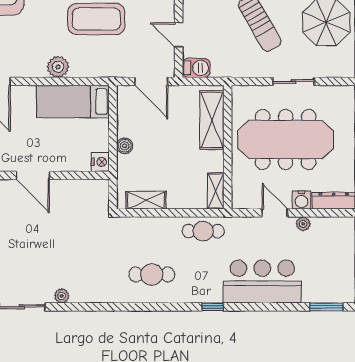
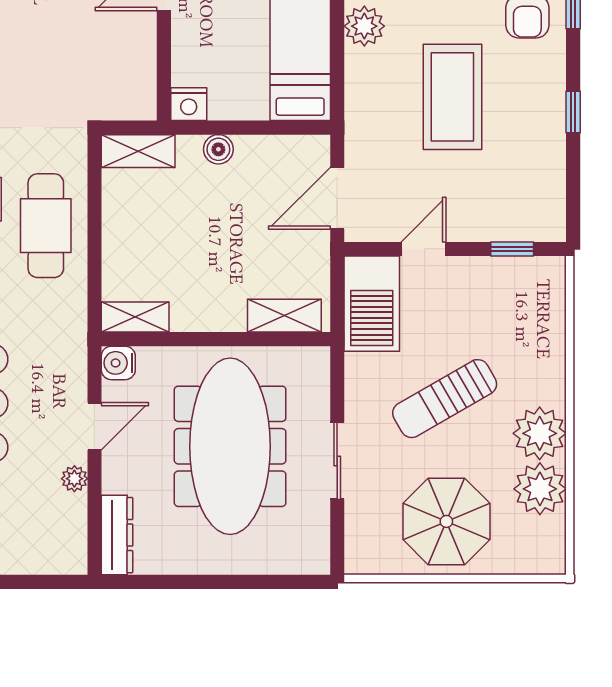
barbecue: (196, 68) -> (372, 304), width x1.88, depth x1.53
shelving: (212, 120) -> (284, 316), width x0.67, depth x0.75
shelving: (146, 200) -> (138, 151), moved, turned 90
water cooler: (301, 200) -> (118, 363), moved
cafe table: (203, 231) -> (46, 226), moved, width x1.37, depth x1.35

